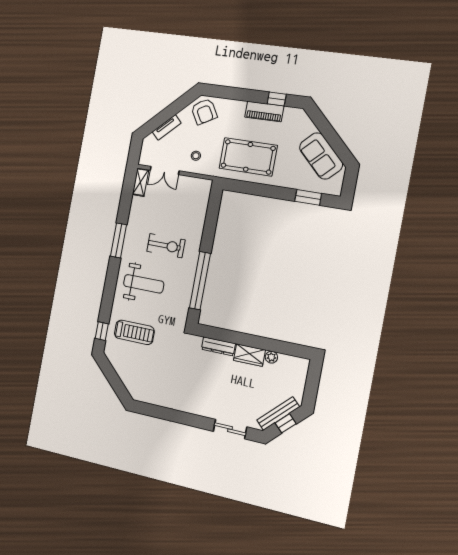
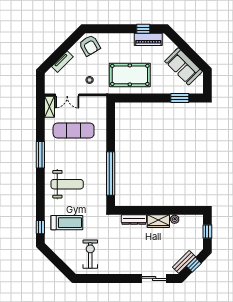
piano: (264, 111) -> (148, 39), moved
exercise mat: (164, 217) -> (74, 131), added
exercise bike: (166, 246) -> (90, 254), moved, turned -90
window: (312, 383) -> (207, 232), added
bench: (278, 413) -> (184, 262), width x0.73

